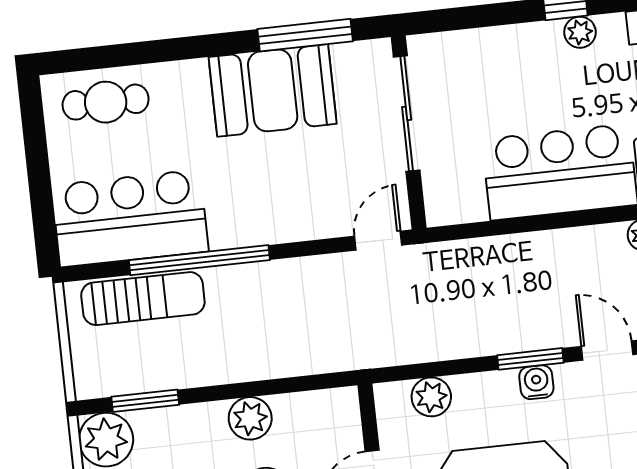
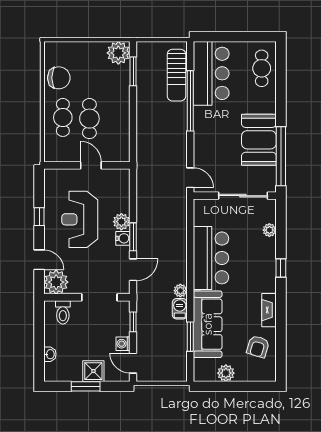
plant: (580, 32) -> (269, 230), moved
window: (305, 35) -> (281, 156), width x1.46
plant: (431, 397) -> (121, 222), moved
plant: (250, 418) -> (121, 115), removed

